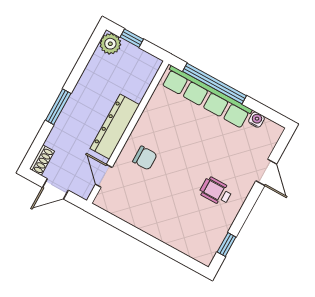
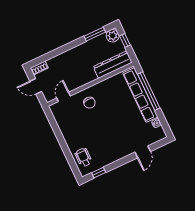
window: (58, 107) -> (95, 34), moved
dresser: (115, 127) -> (113, 65), moved
wheelchair: (216, 191) -> (83, 157), moved

